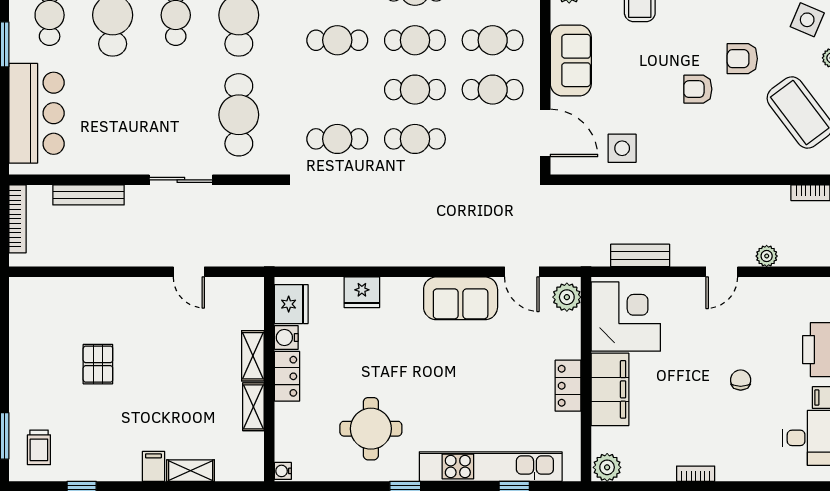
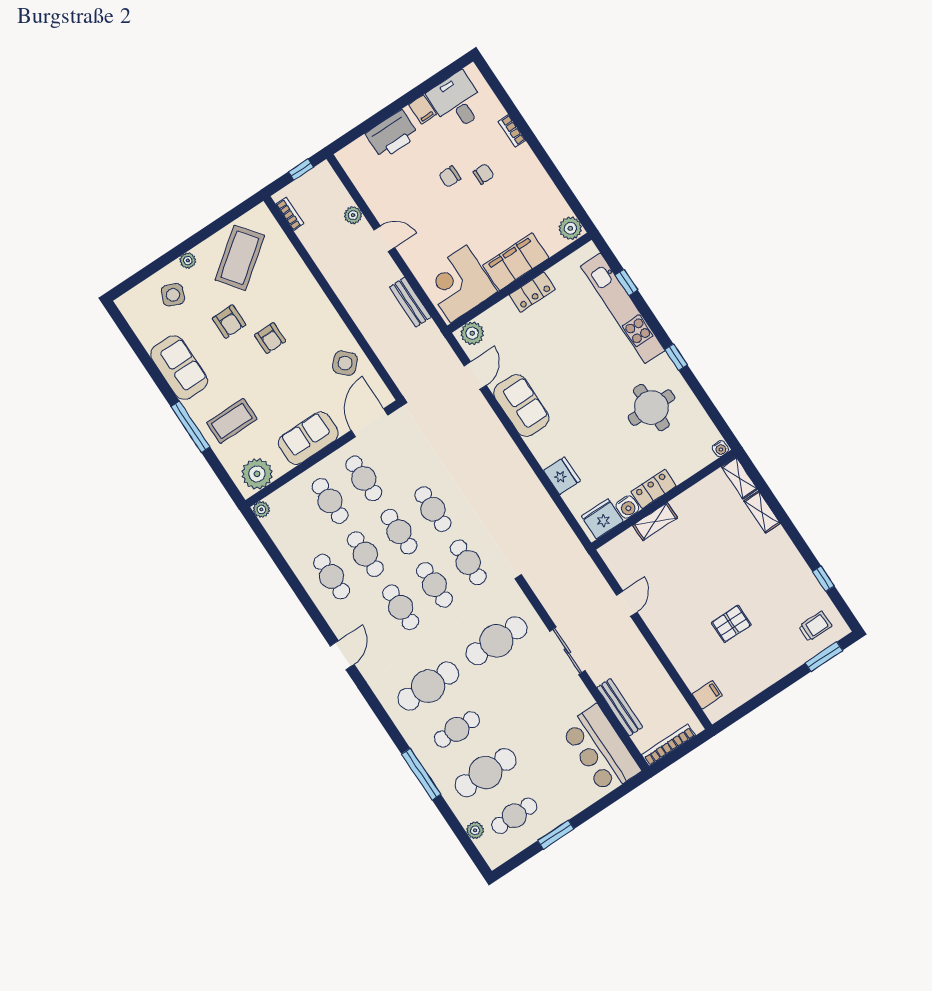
cafe table: (337, 90) -> (434, 585), added
bar counter: (36, 113) -> (601, 749), moved, turned -90
side table: (622, 148) -> (345, 363), turned 45
shelving: (253, 407) -> (739, 478), moved, turned 90
chair: (721, 416) -> (483, 174), added
filing cabinet: (153, 466) -> (707, 695), moved, turned 180
bookcase: (696, 474) -> (512, 131), moved

